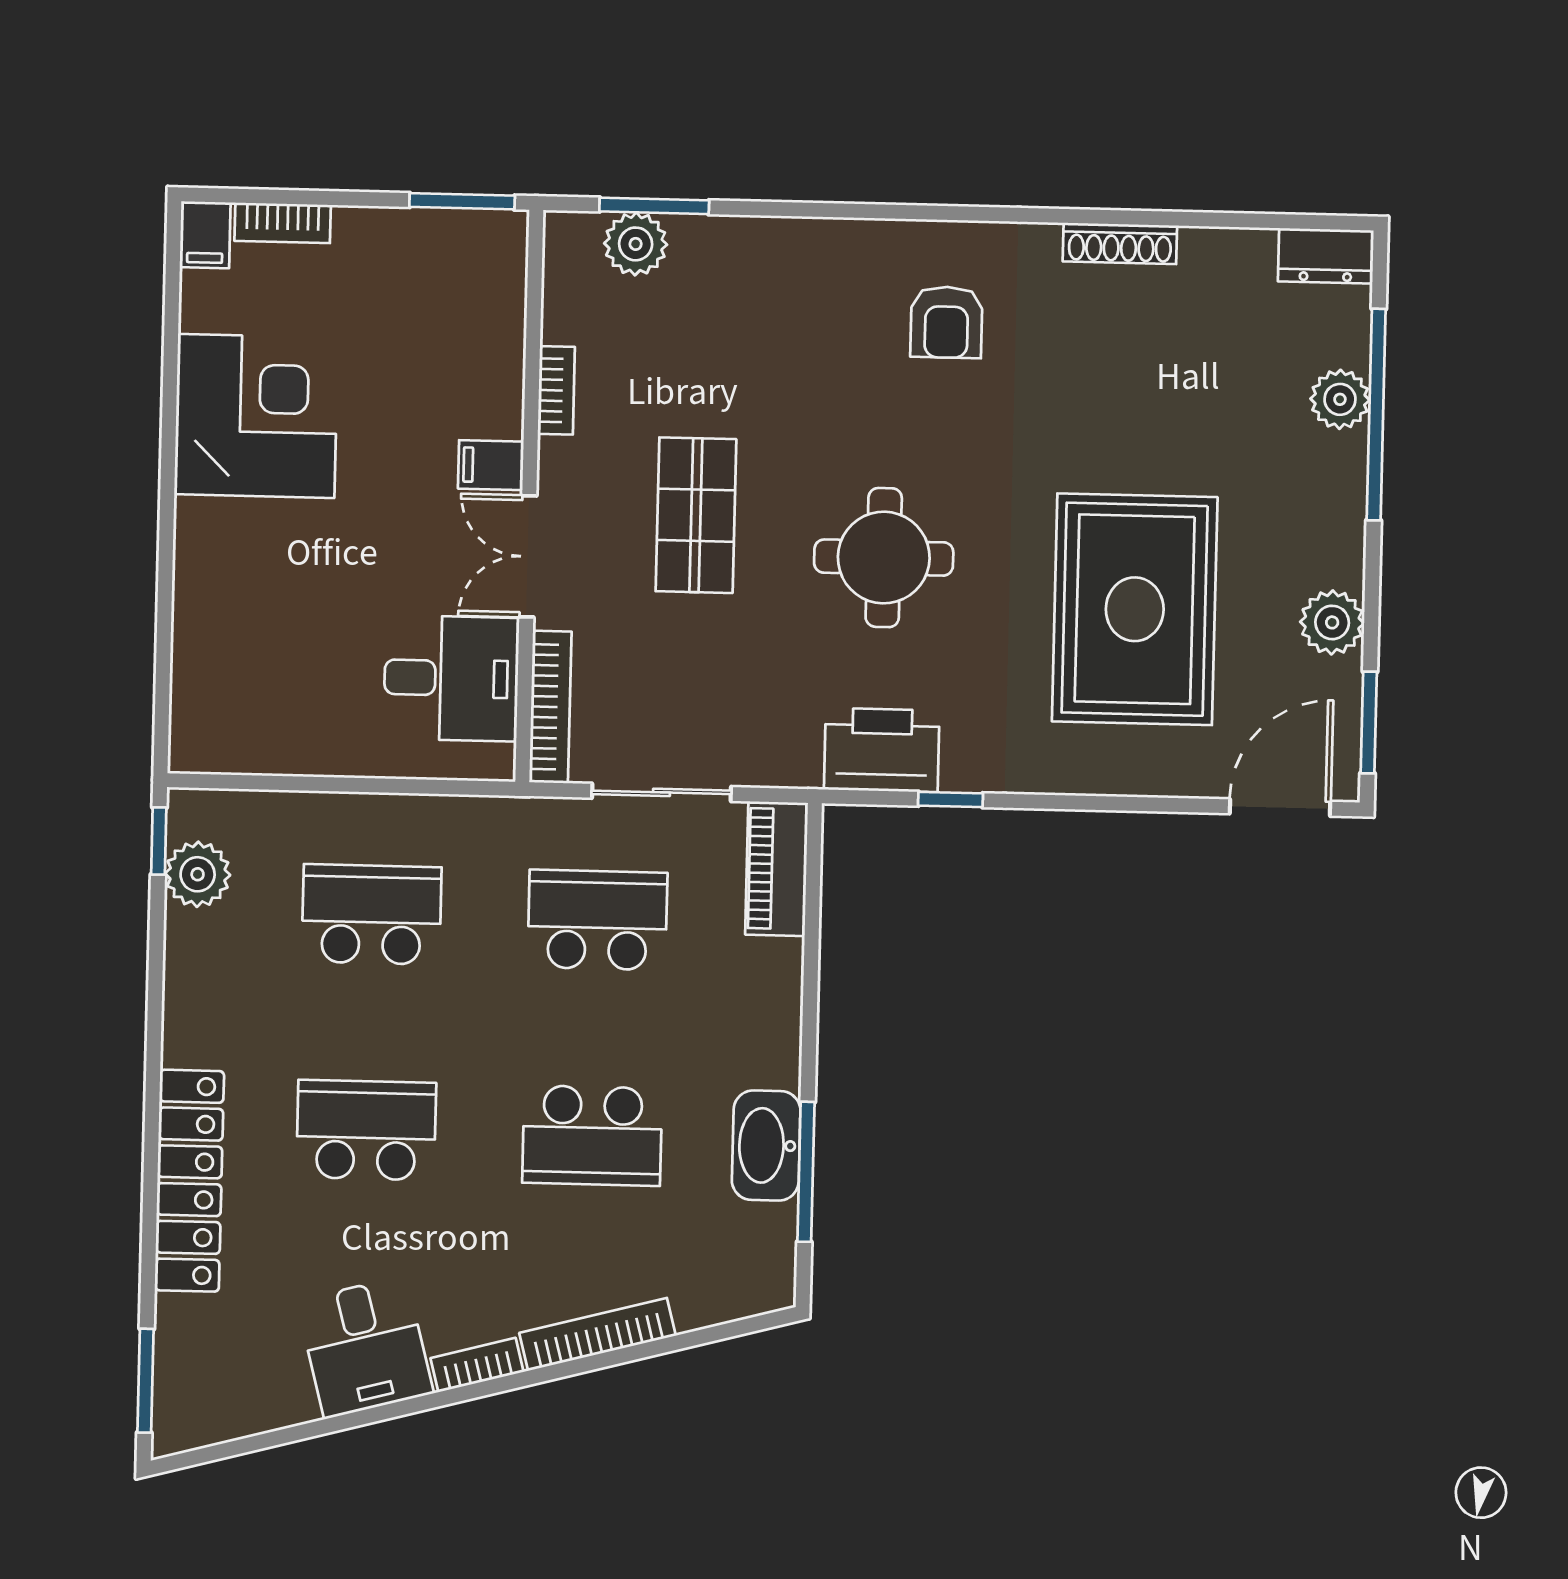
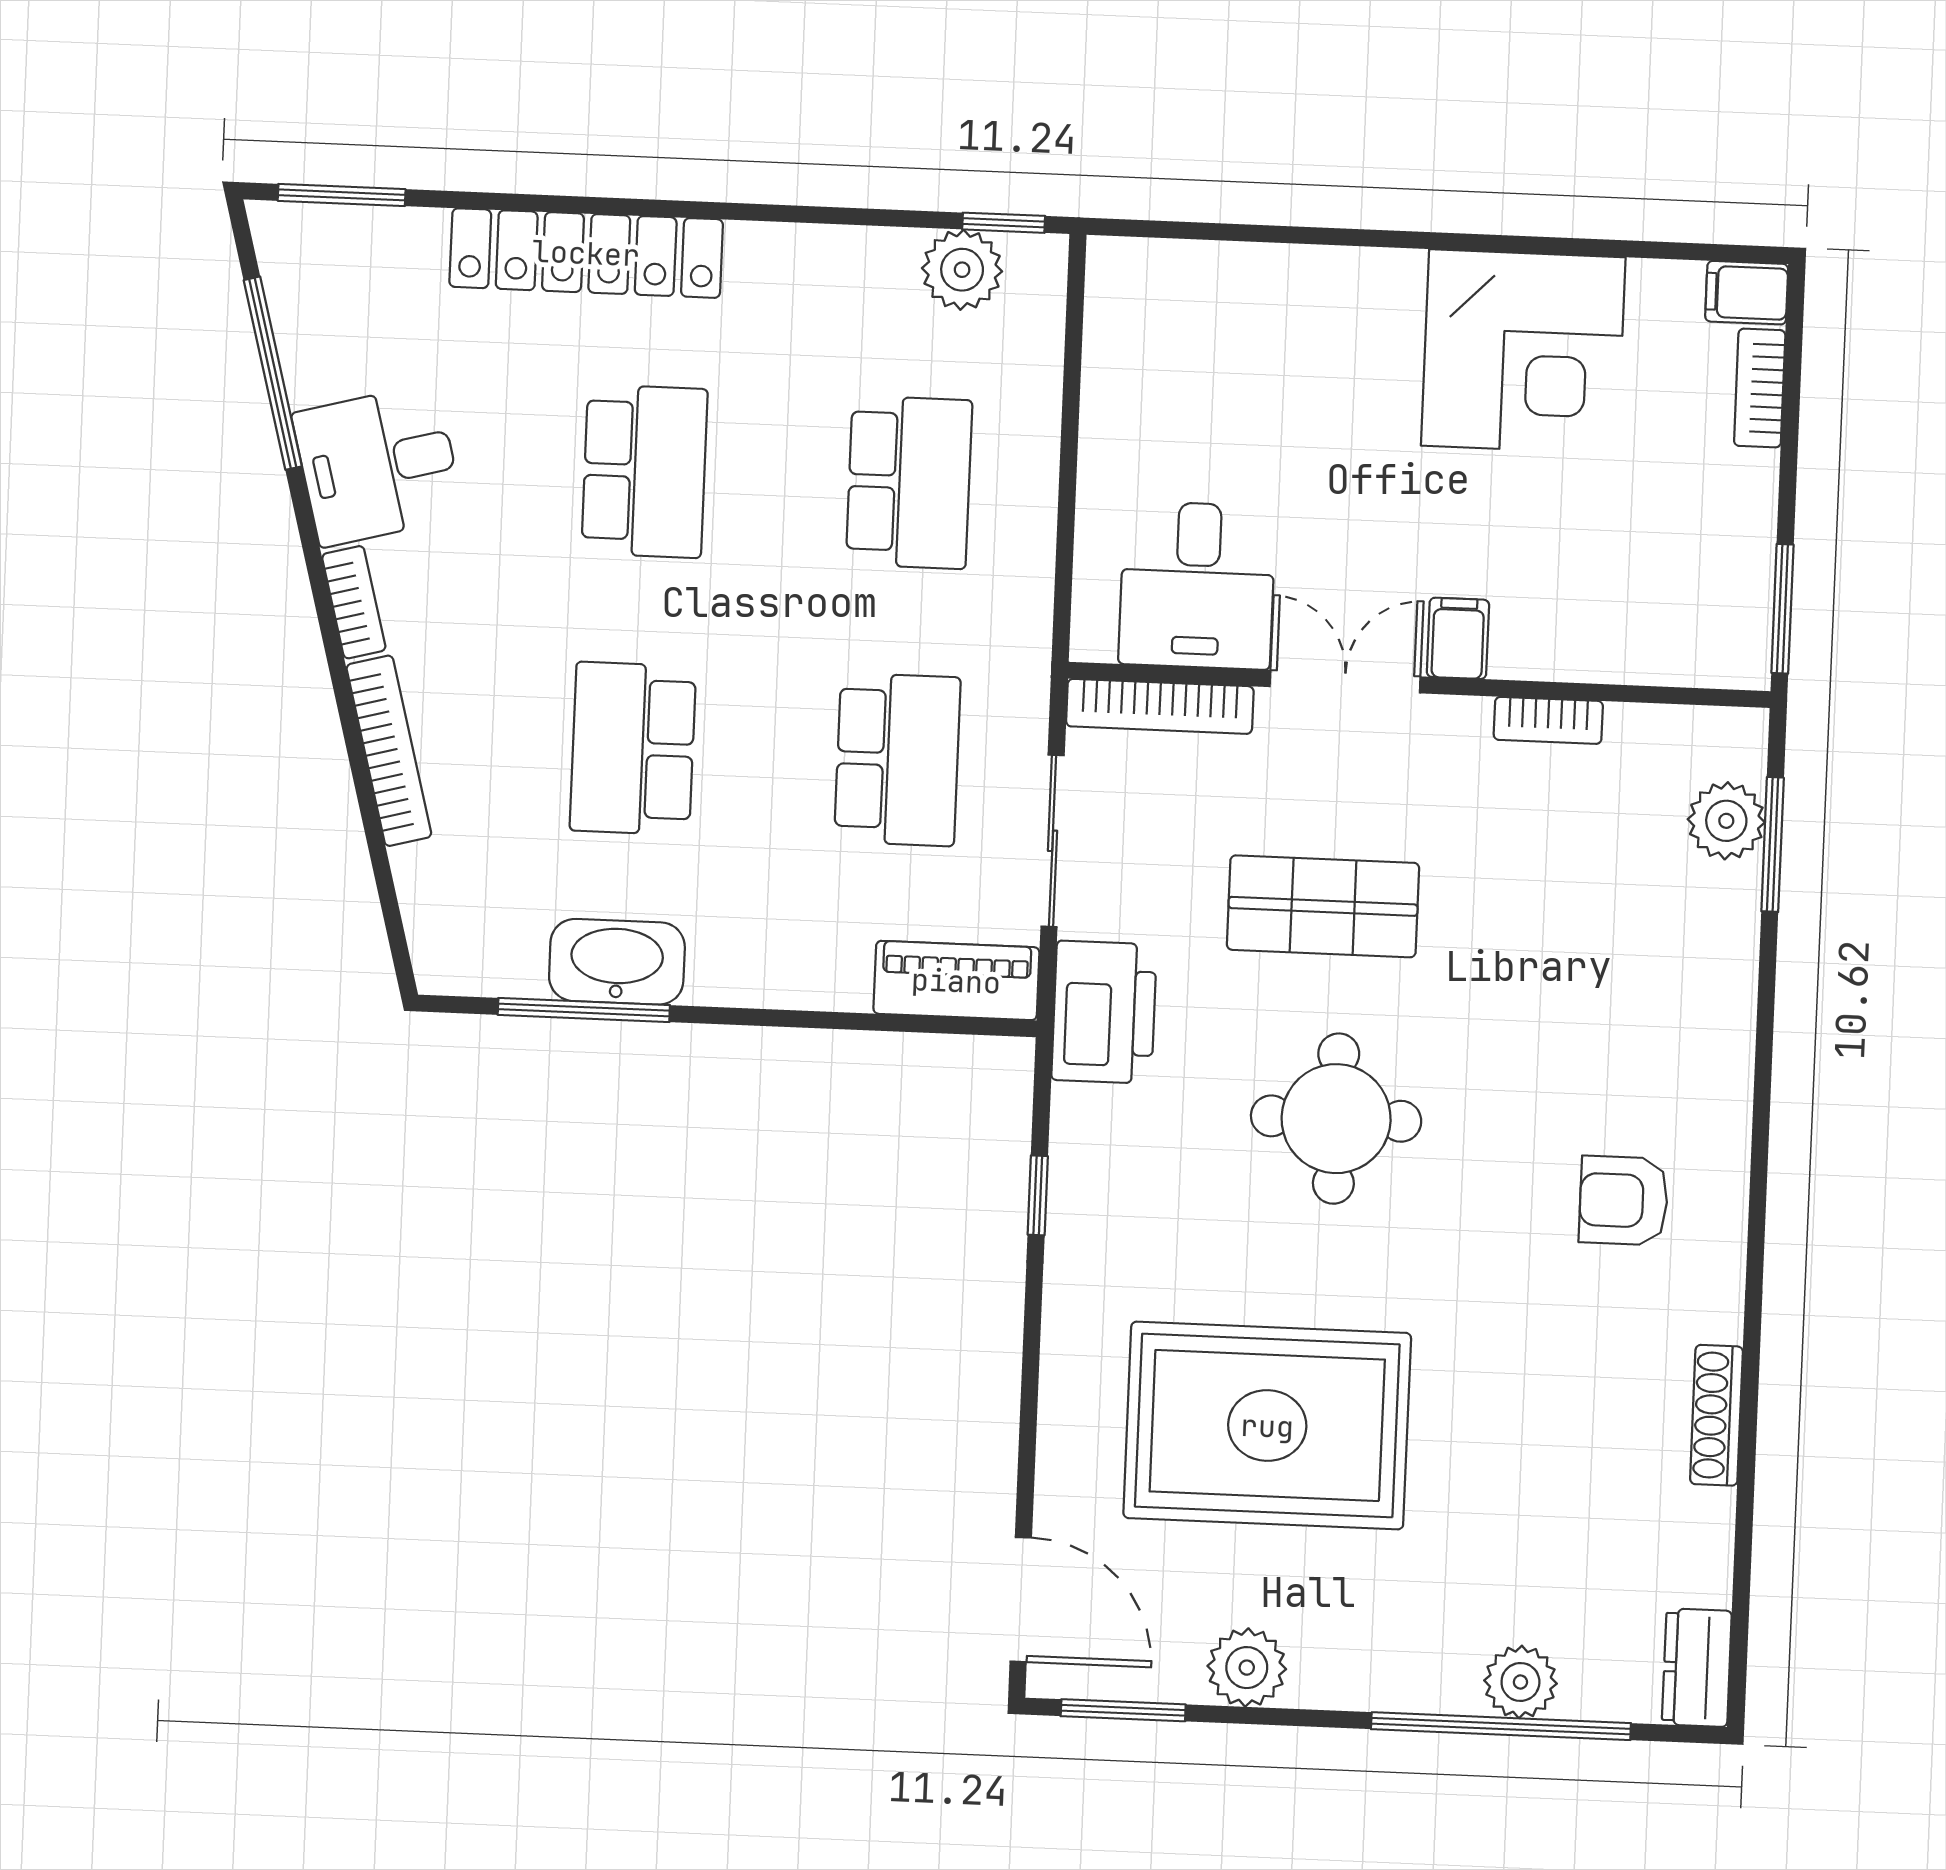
shop shelf: (696, 515) -> (1323, 906), moved
printer: (882, 750) -> (1104, 1012), moved
window: (292, 1434) -> (273, 373), added

